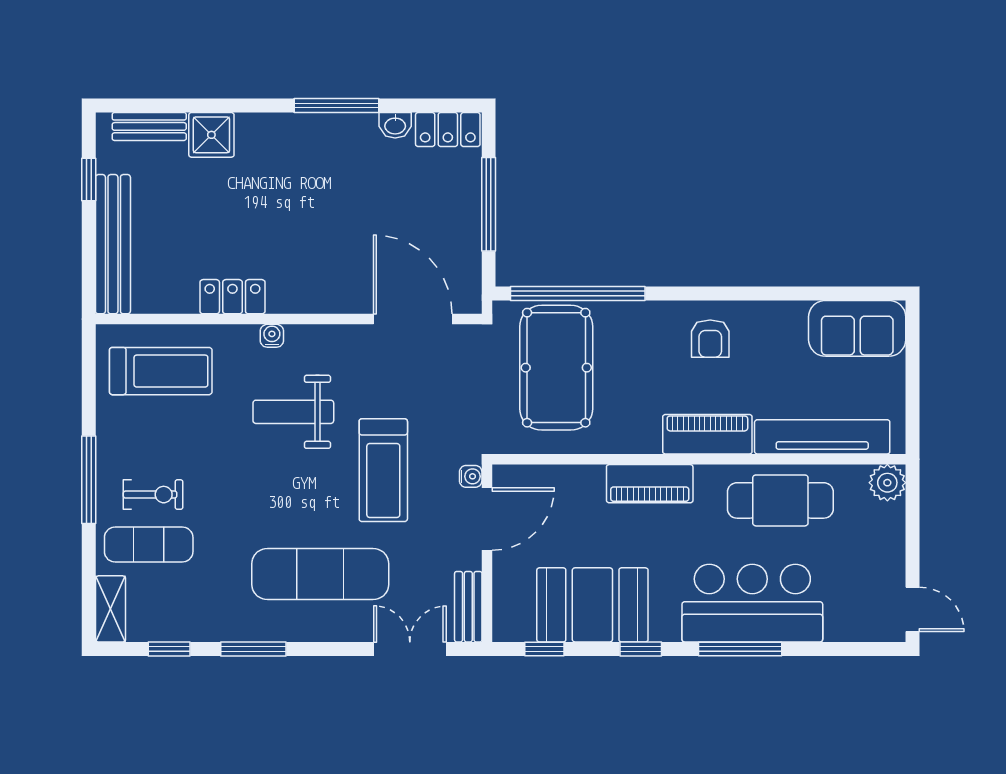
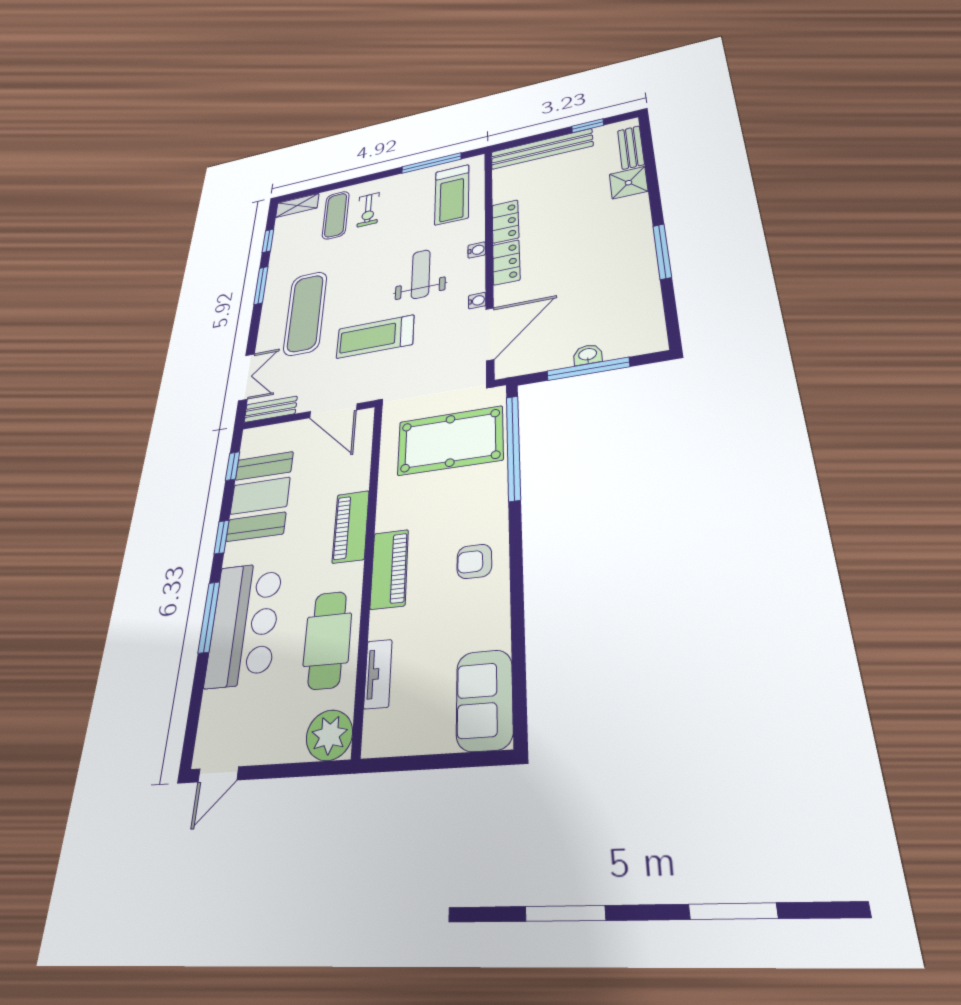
washbasin: (395, 125) -> (588, 355), moved, turned 90
locker: (448, 130) -> (506, 262), moved, turned 180
tv unit: (822, 437) -> (378, 674), width x0.52, depth x0.78
water cooler: (471, 476) -> (477, 301), moved, turned -90
window: (89, 480) -> (431, 163), moved
plant: (887, 483) -> (329, 735), width x1.36, depth x1.36

